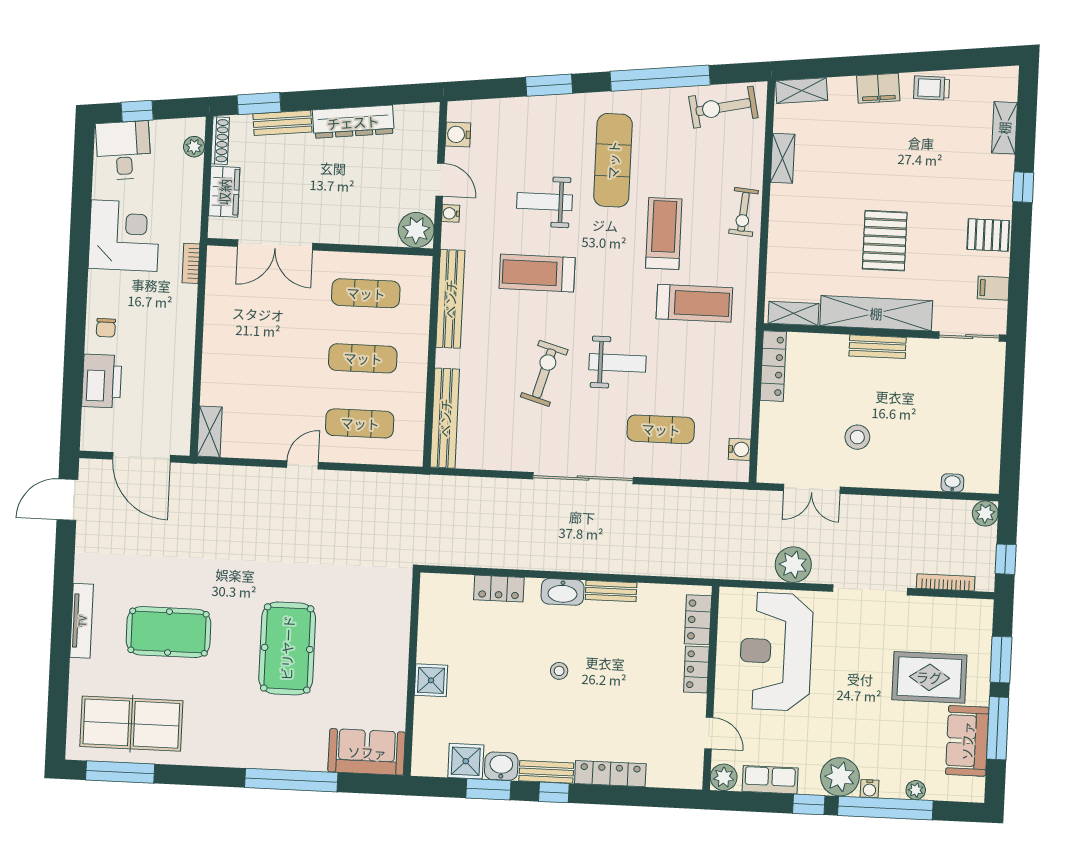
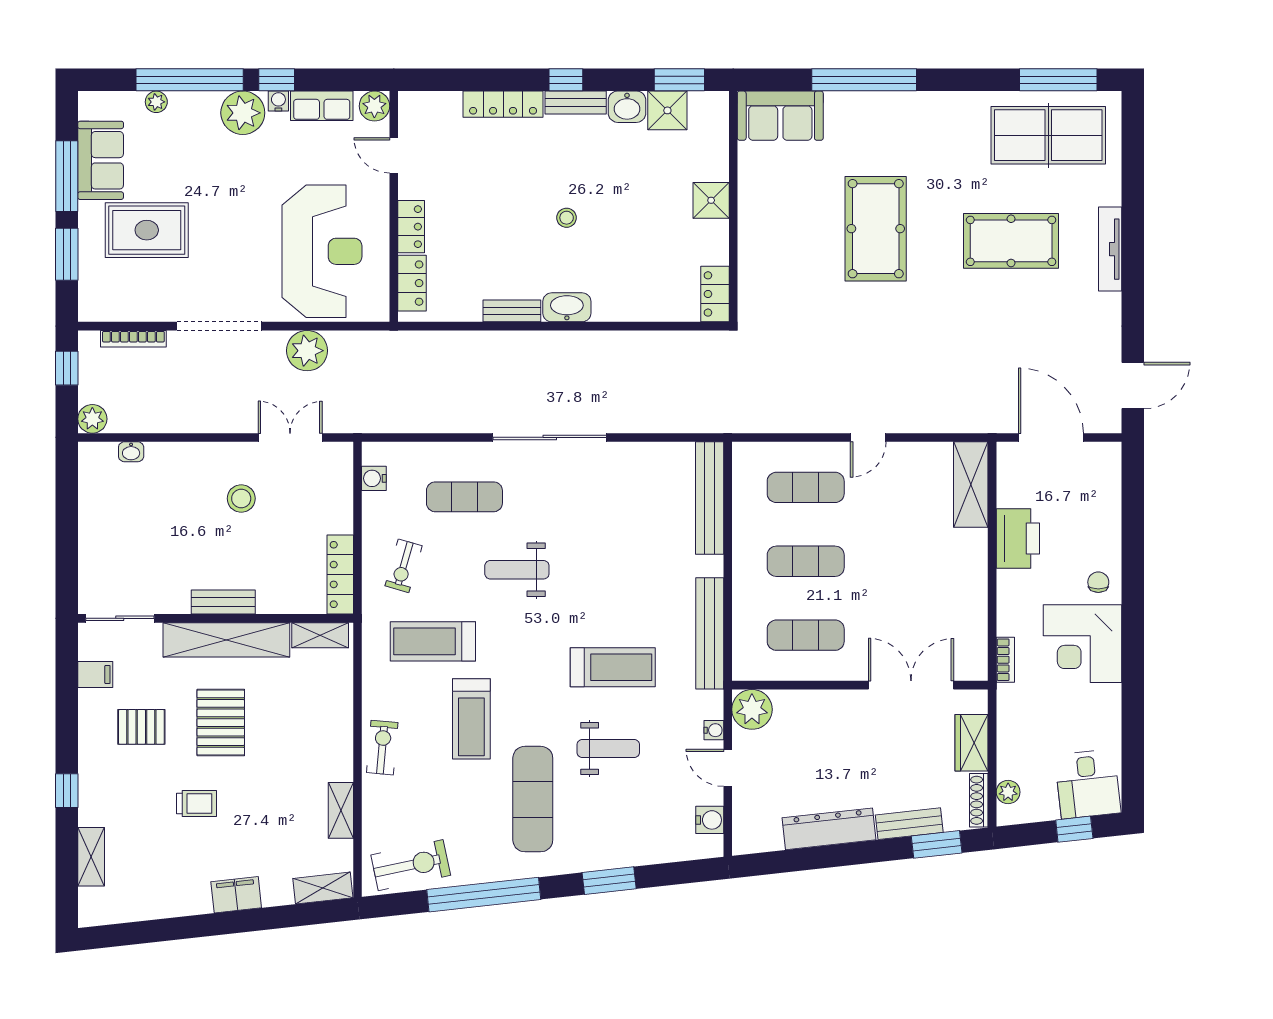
trolley: (932, 88) -> (197, 803), moved
pallet: (988, 235) -> (141, 727), moved
corner desk: (124, 236) -> (1082, 644), moved
exercise bike: (544, 373) -> (404, 566), moved, width x0.73, depth x0.72
printer: (102, 381) -> (1018, 538), moved, turned 180
shelving: (210, 432) -> (971, 484), width x1.50, depth x1.33
locker: (499, 589) -> (715, 294), moved, turned -90
window: (488, 789) -> (679, 80), moved
water cooler: (870, 789) -> (278, 101), moved

